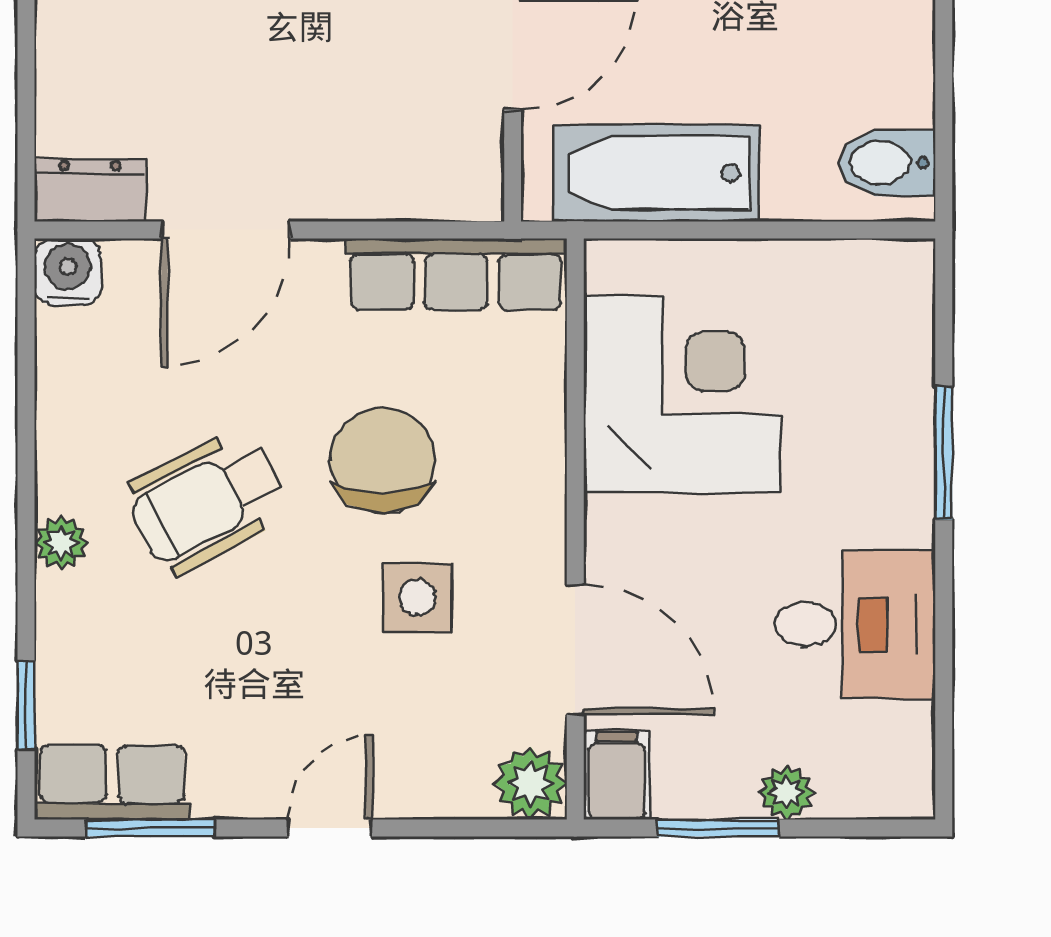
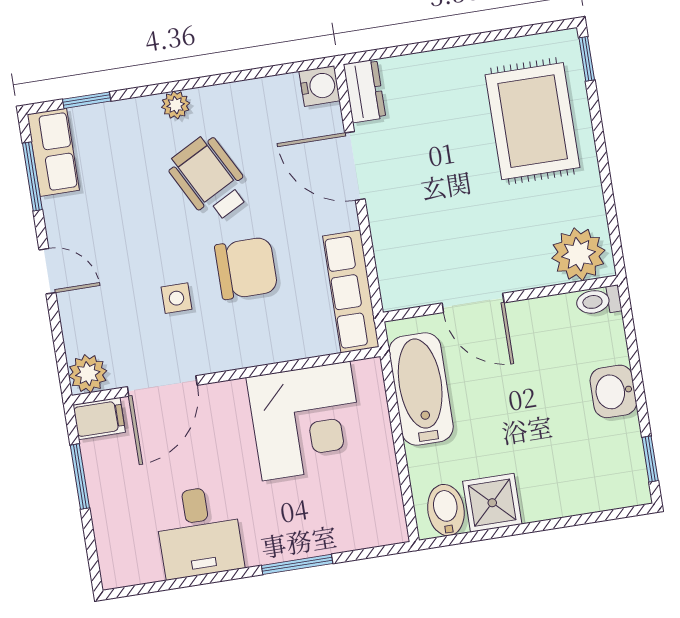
shower: (887, 75) -> (492, 503), added
side table: (417, 598) -> (176, 298), width x0.73, depth x0.73
plant: (787, 792) -> (104, 510), removed

